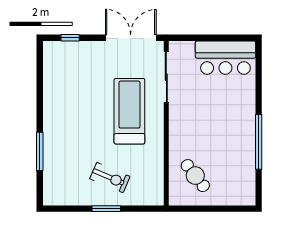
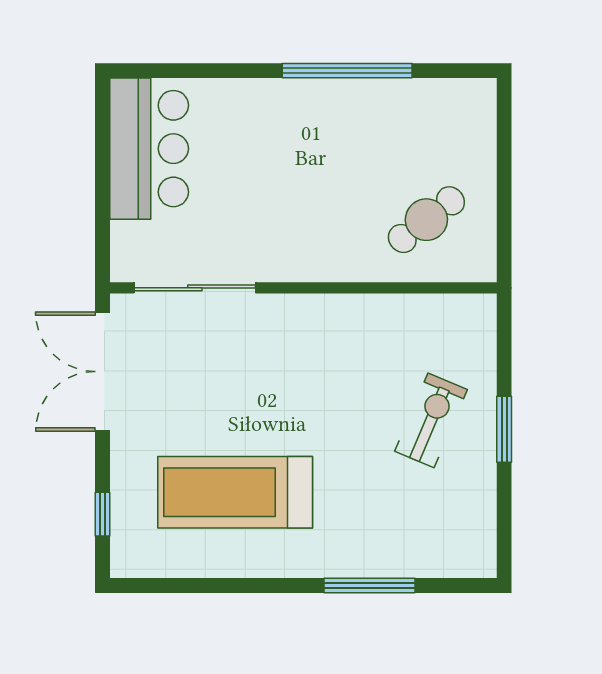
treadmill: (129, 111) -> (235, 492), moved

